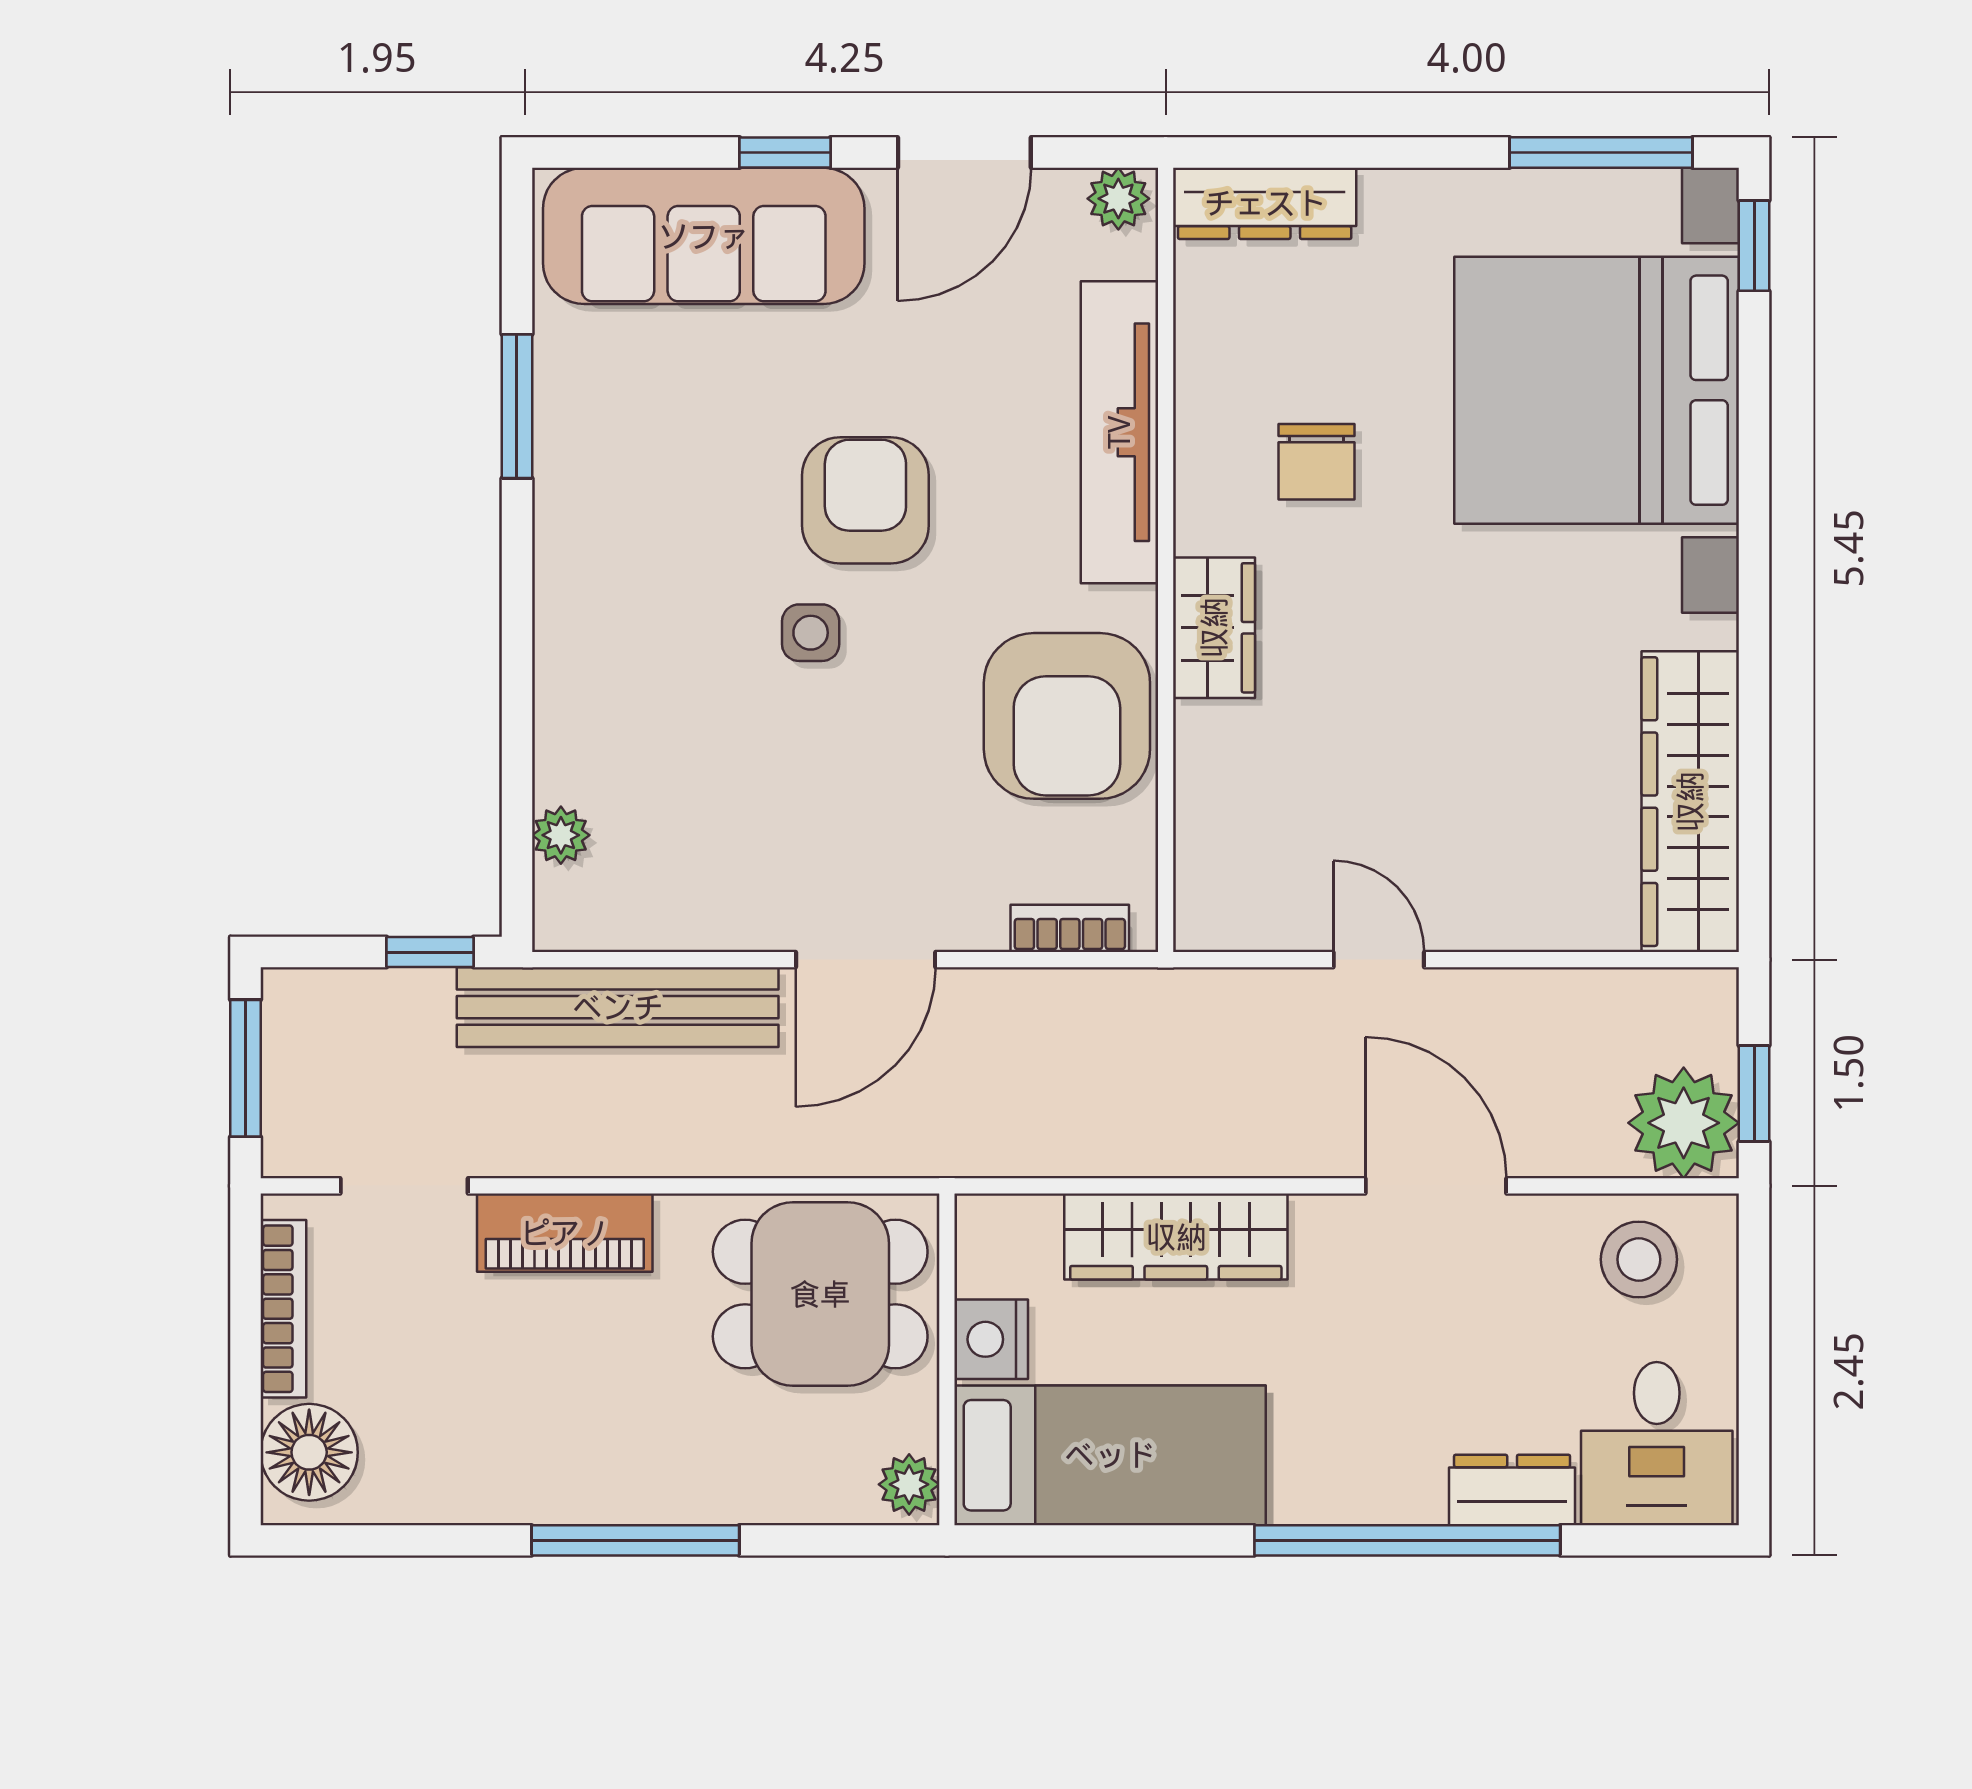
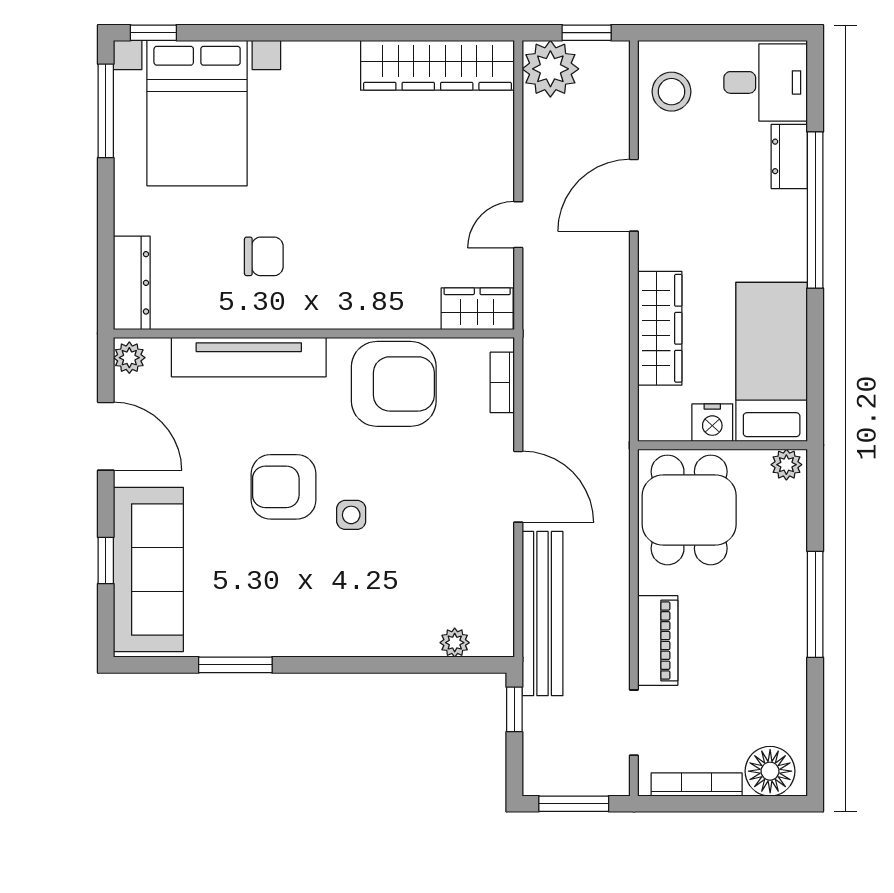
window: (785, 152) -> (106, 561), moved
bed with nightstands: (1597, 390) -> (197, 113), width x0.73
wardrobe: (1214, 628) -> (477, 309), moved
plant: (1684, 1123) -> (550, 69), moved

